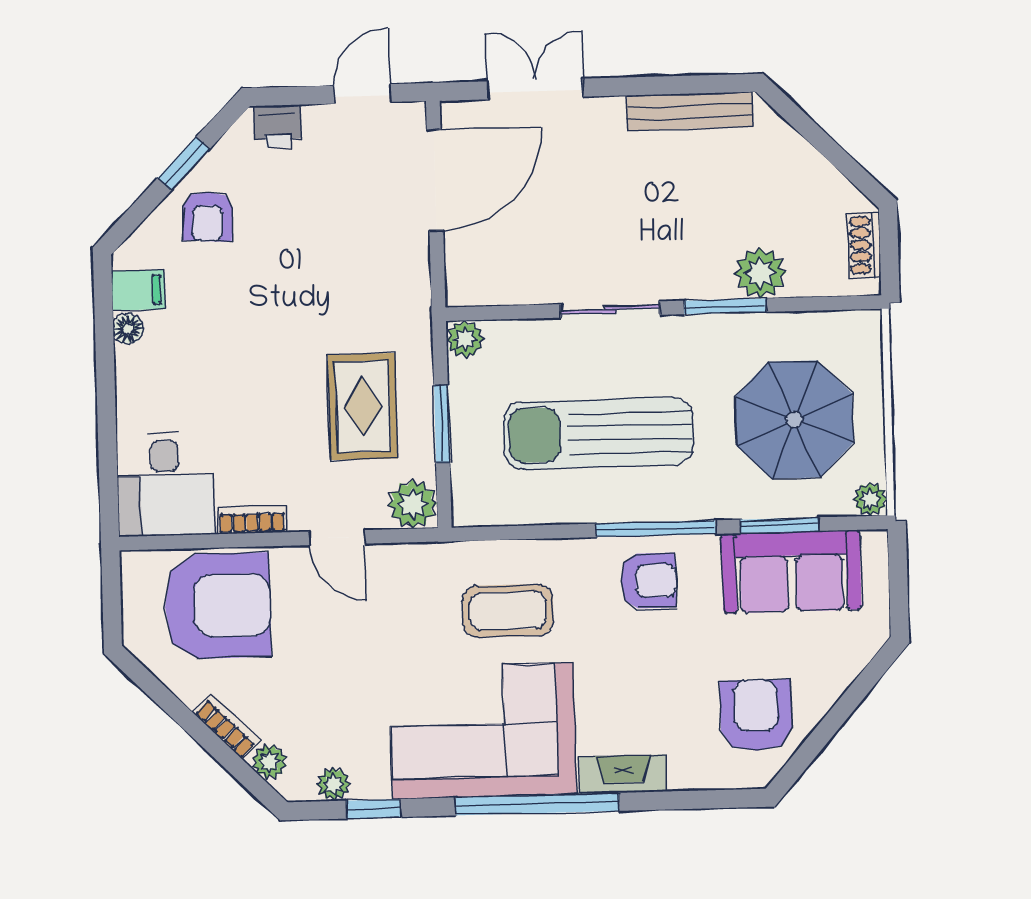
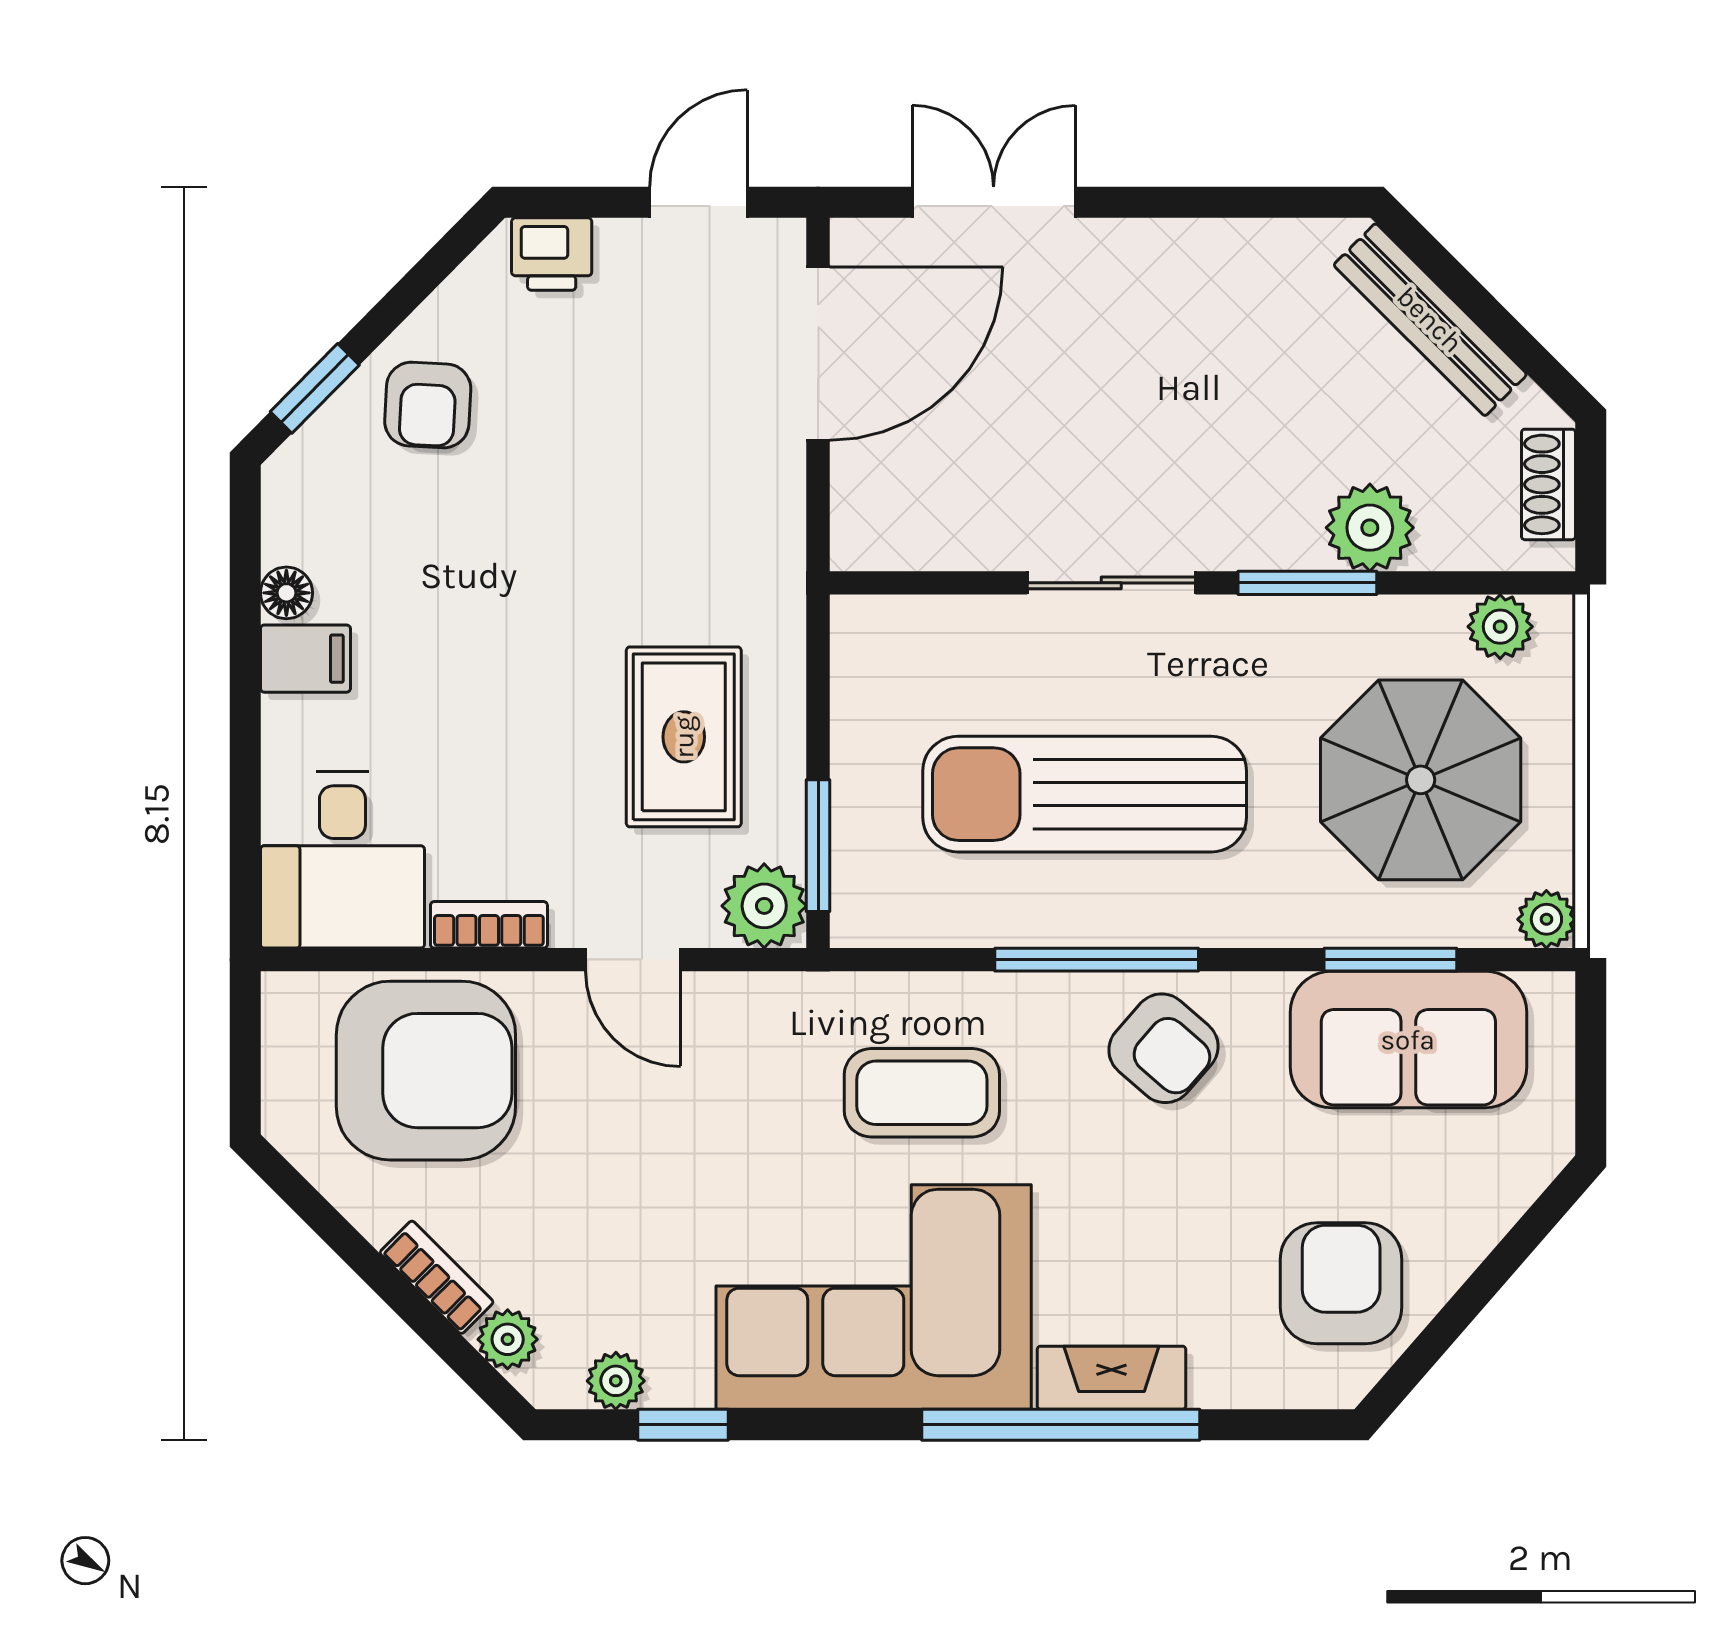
bench: (690, 111) -> (1430, 320), moved, turned 45
window: (184, 164) -> (315, 388), moved
filing cabinet: (138, 290) -> (305, 659), moved
plant: (465, 339) -> (1500, 627), moved
window: (442, 424) -> (818, 846), moved
window: (656, 529) -> (1097, 960), moved
armchair: (648, 581) -> (1163, 1048), turned 41
window: (538, 804) -> (1061, 1425), moved

